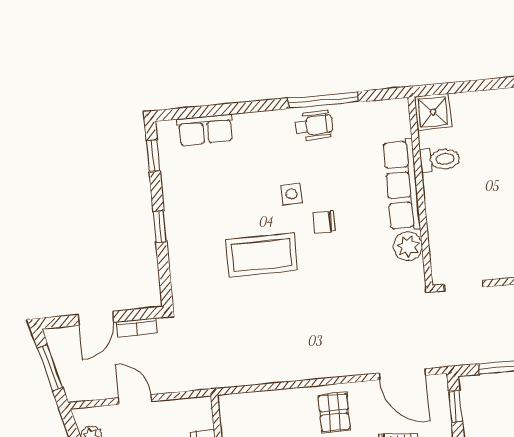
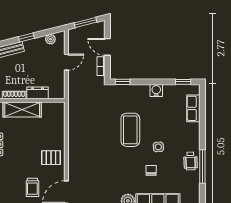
water cooler: (176, 209) -> (156, 91), added
chair: (324, 222) -> (151, 170), moved
window: (160, 227) -> (123, 82), moved

